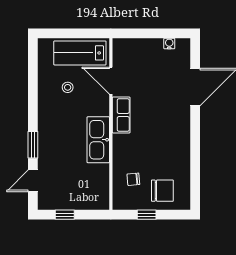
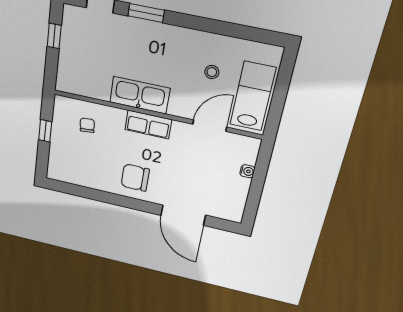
water cooler: (169, 44) -> (247, 171), moved
row of seats: (121, 115) -> (148, 125), moved
chair: (162, 191) -> (135, 178), moved, turned 90

